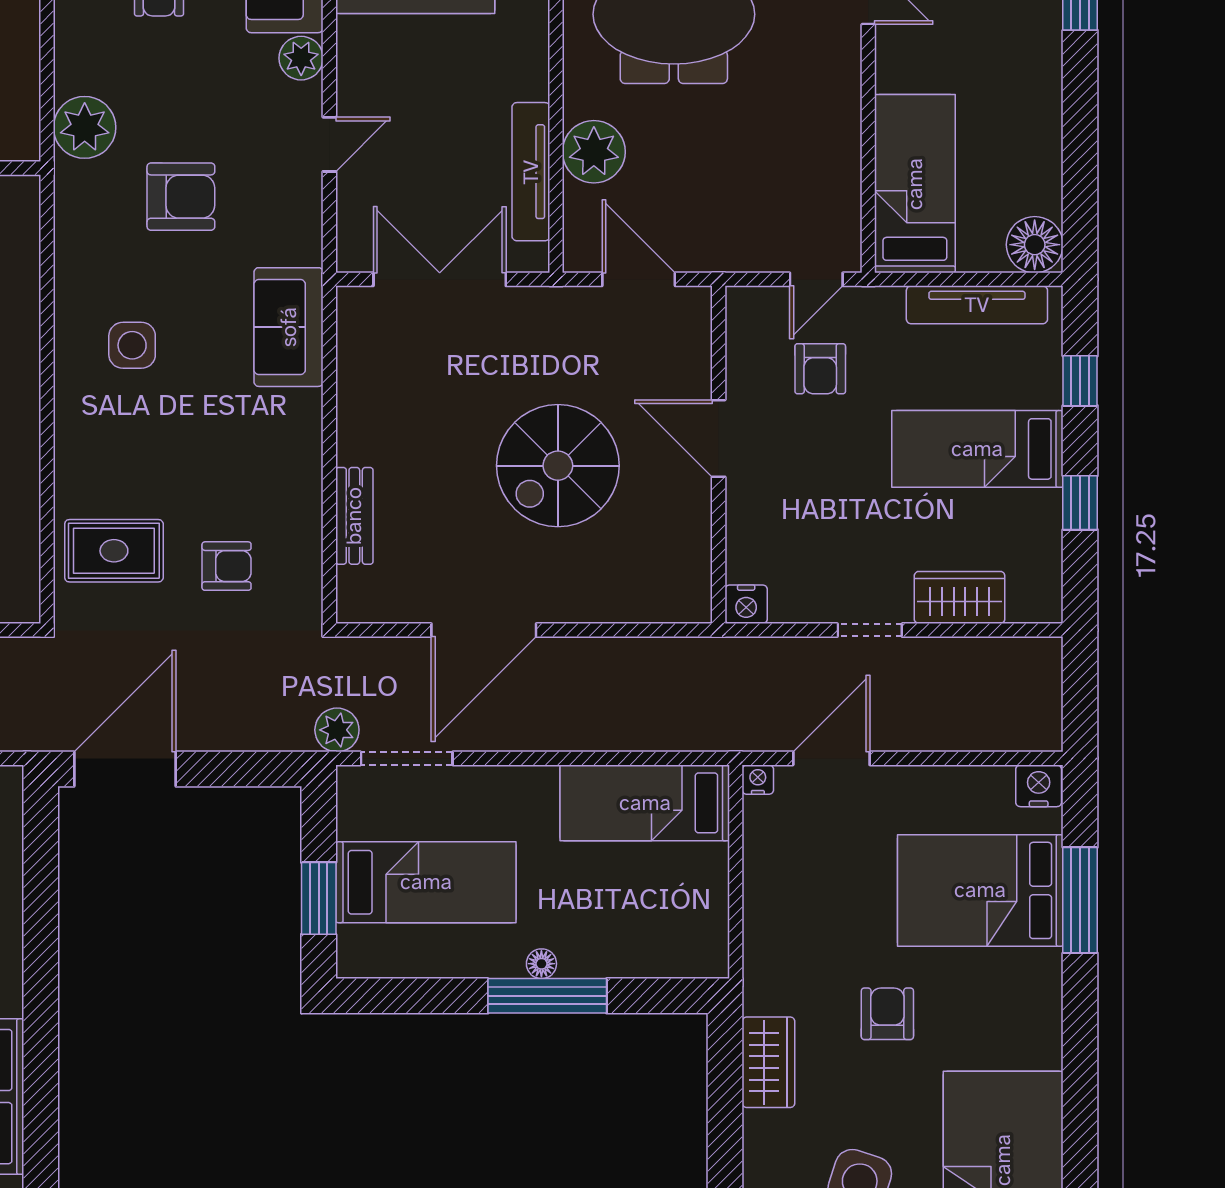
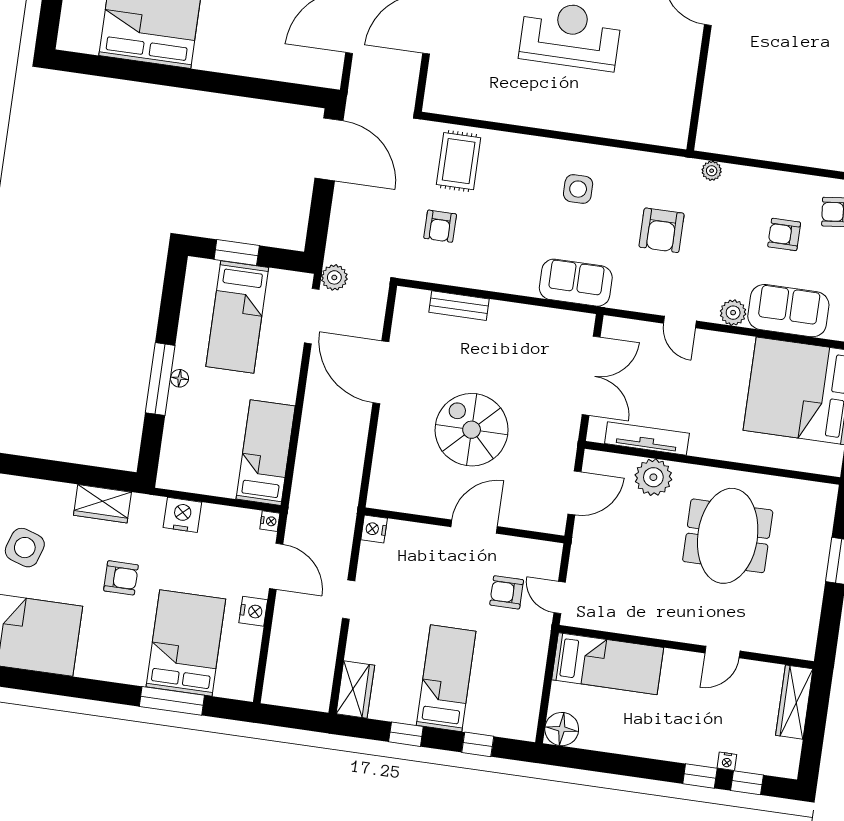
plant: (85, 127) -> (712, 171), width x0.53, depth x0.53
tv unit: (977, 305) -> (531, 690), removed
wardrobe: (960, 597) -> (355, 690), moved
nightstand: (1039, 786) -> (253, 611), moved
nightstand: (768, 927) -> (182, 515), added

